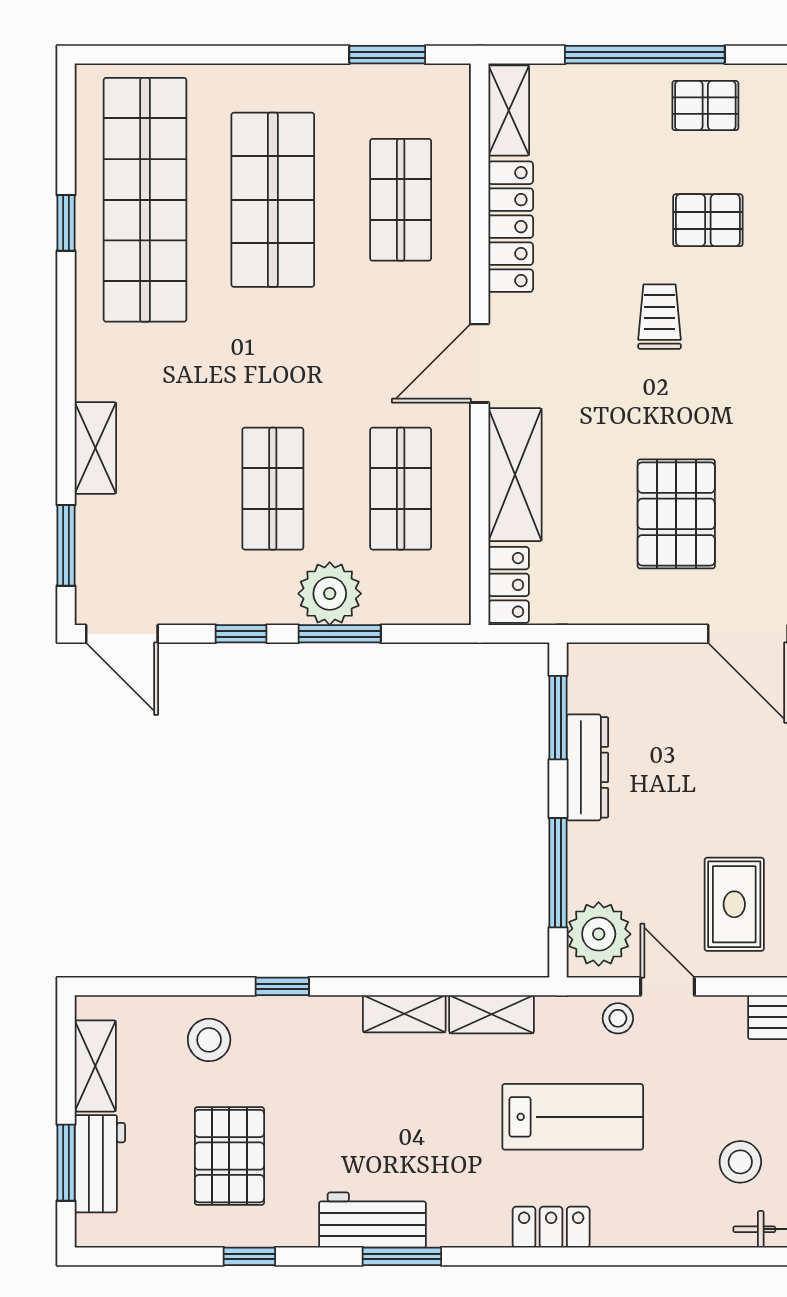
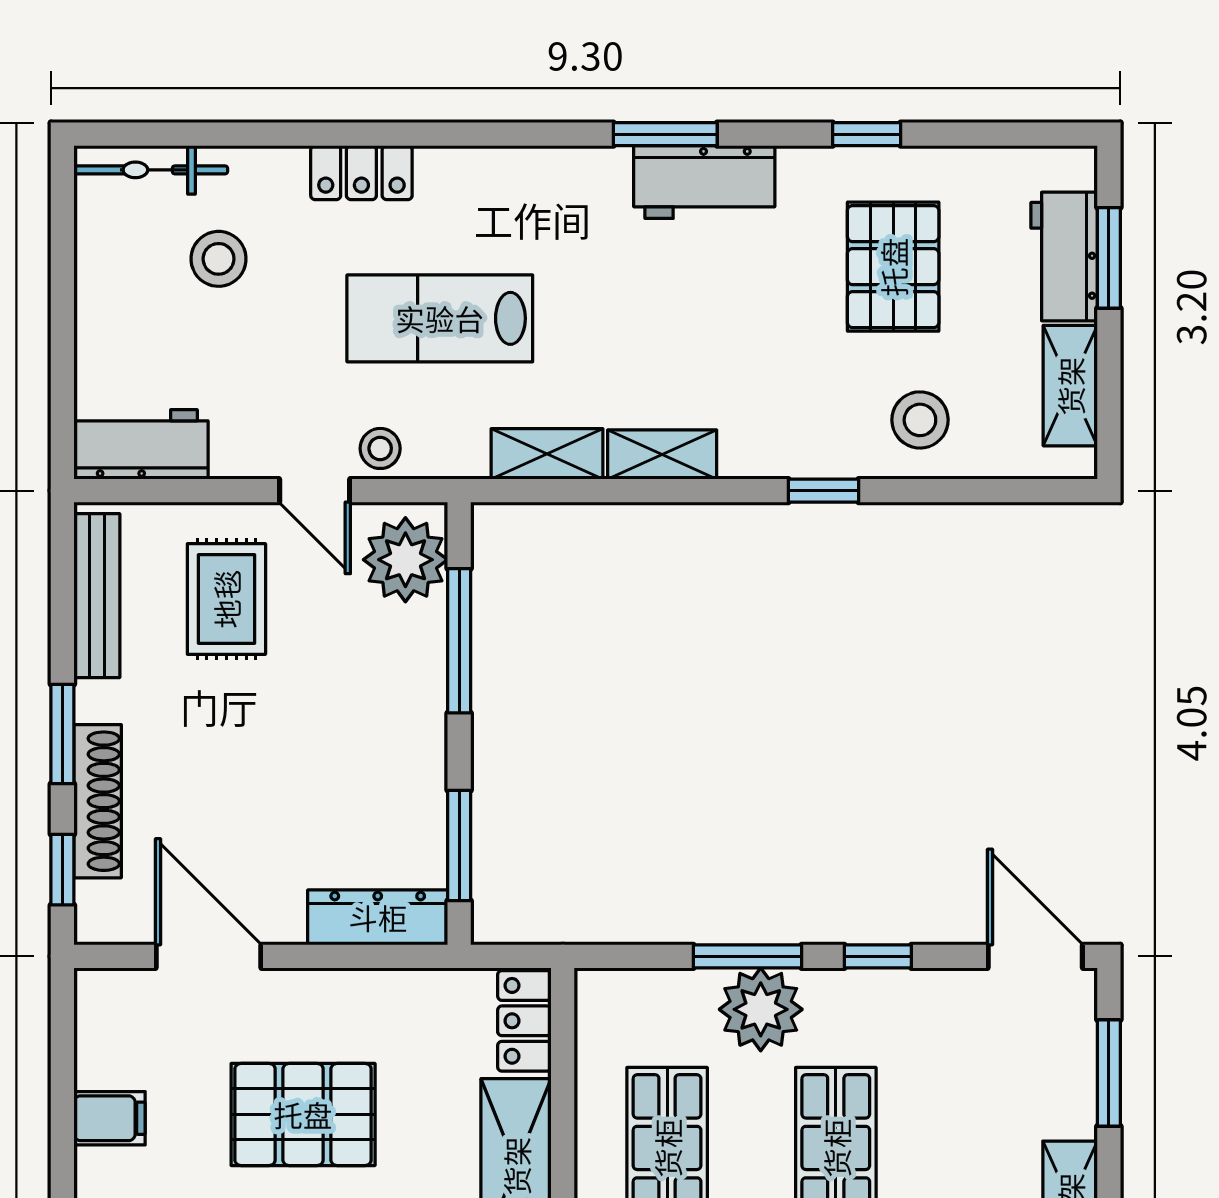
pallet: (676, 514) -> (303, 1114), turned 90
dresser: (587, 767) -> (378, 917), moved, turned 90
locker: (551, 1227) -> (361, 173), moved

